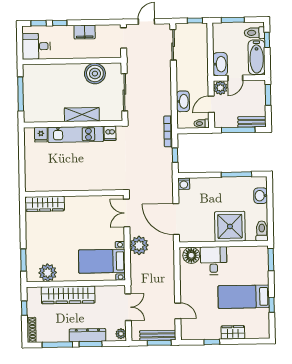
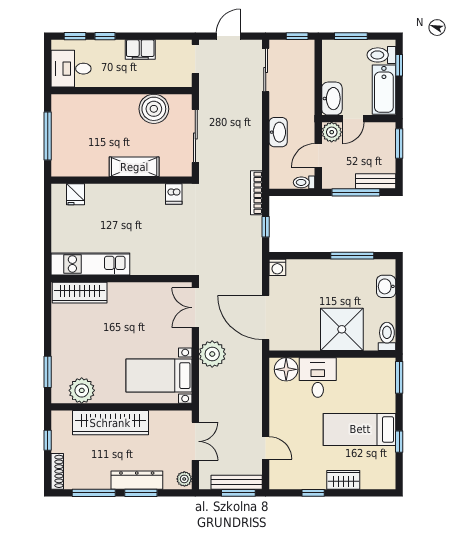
washbasin: (183, 101) -> (278, 132), moved
kitchen unit: (76, 134) -> (90, 264), moved, turned 180

